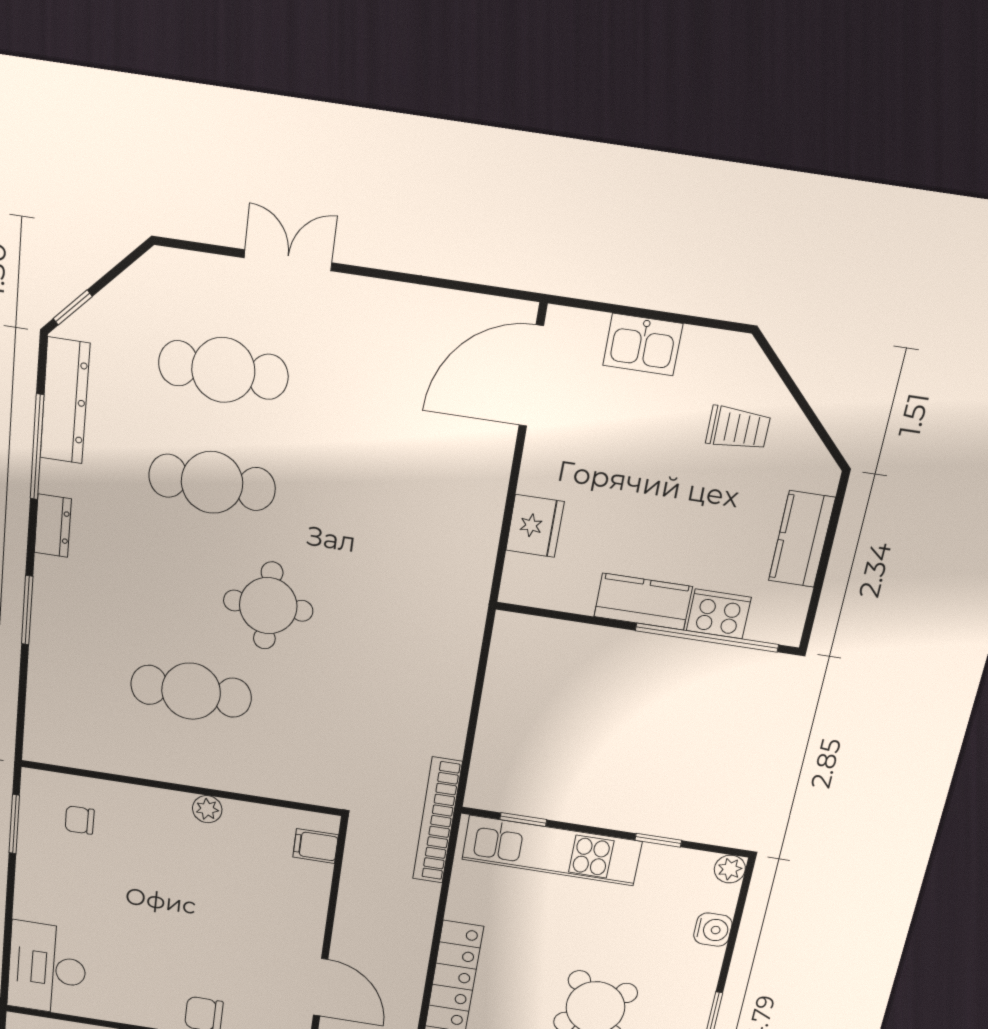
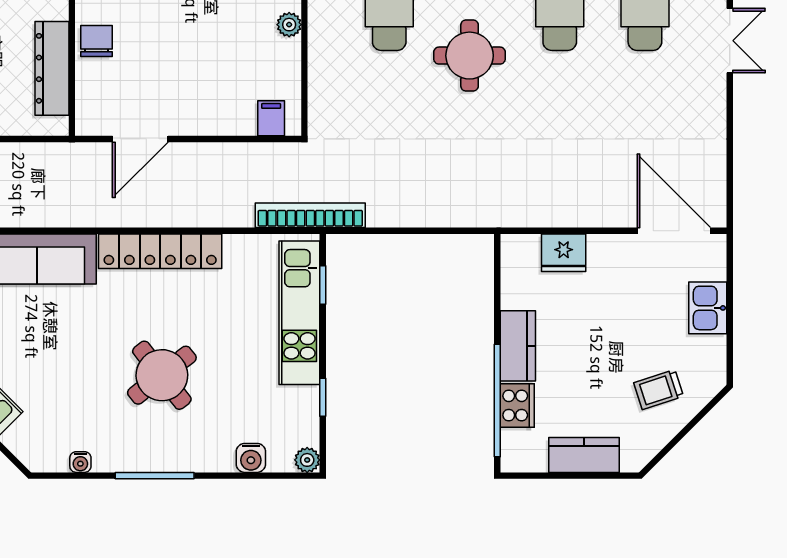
trolley: (738, 428) -> (659, 390), turned 72

